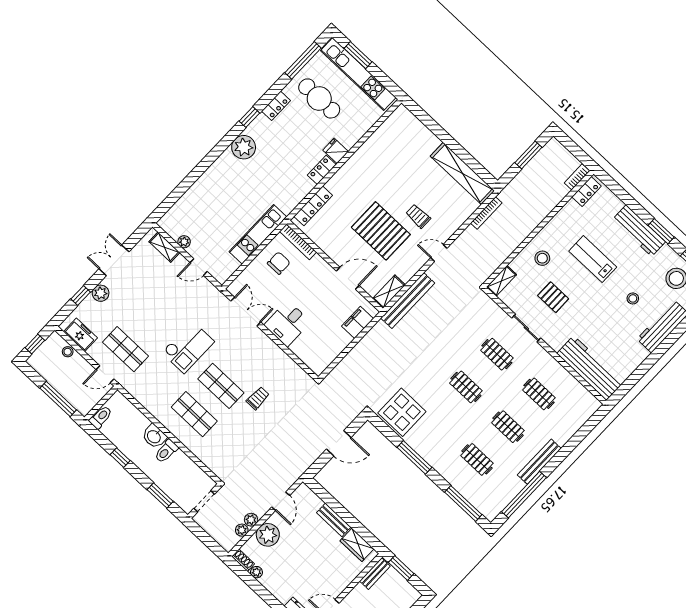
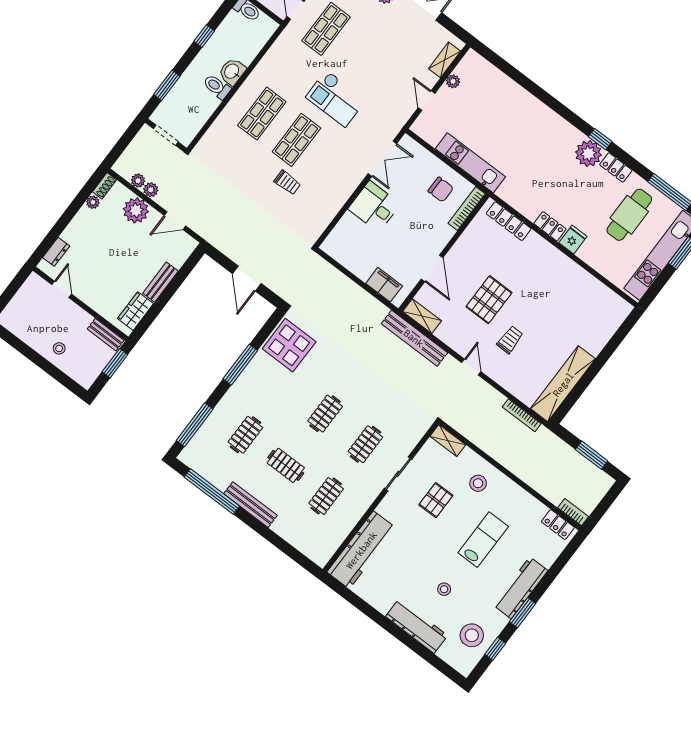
plant: (244, 147) -> (588, 154), moved
pallet: (381, 231) -> (489, 300), width x0.73, depth x0.71
clothes rail: (508, 427) -> (286, 465), turned 90

